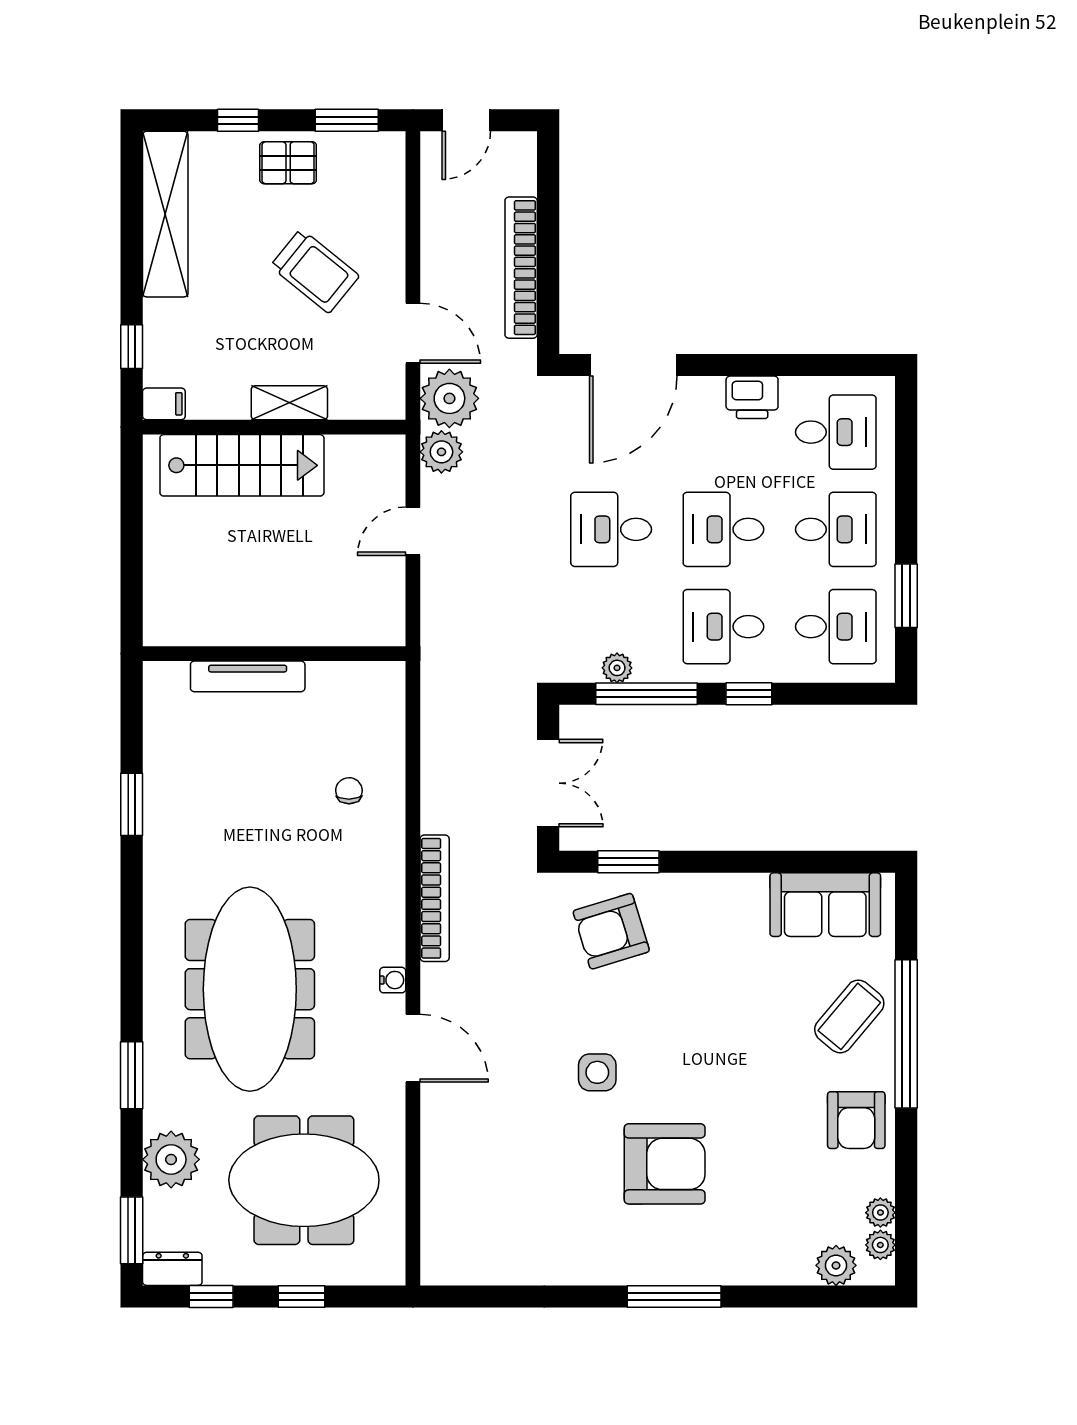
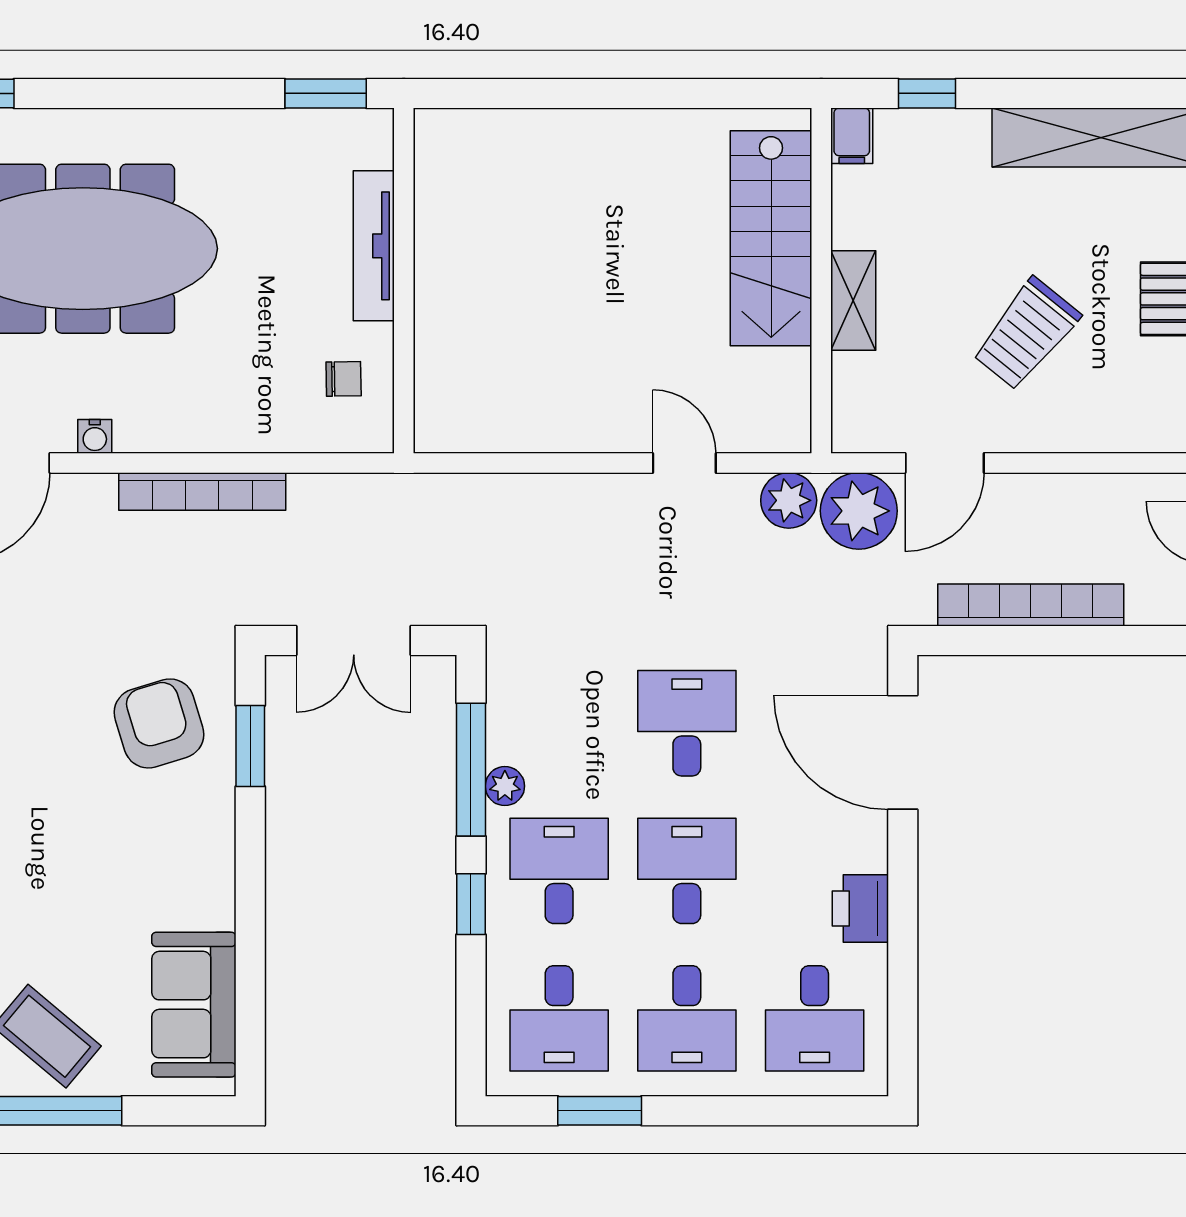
wall: (274, 654) -> (404, 281), moved
plant: (617, 668) -> (505, 786), moved
tv unit: (248, 676) -> (374, 246), moved

